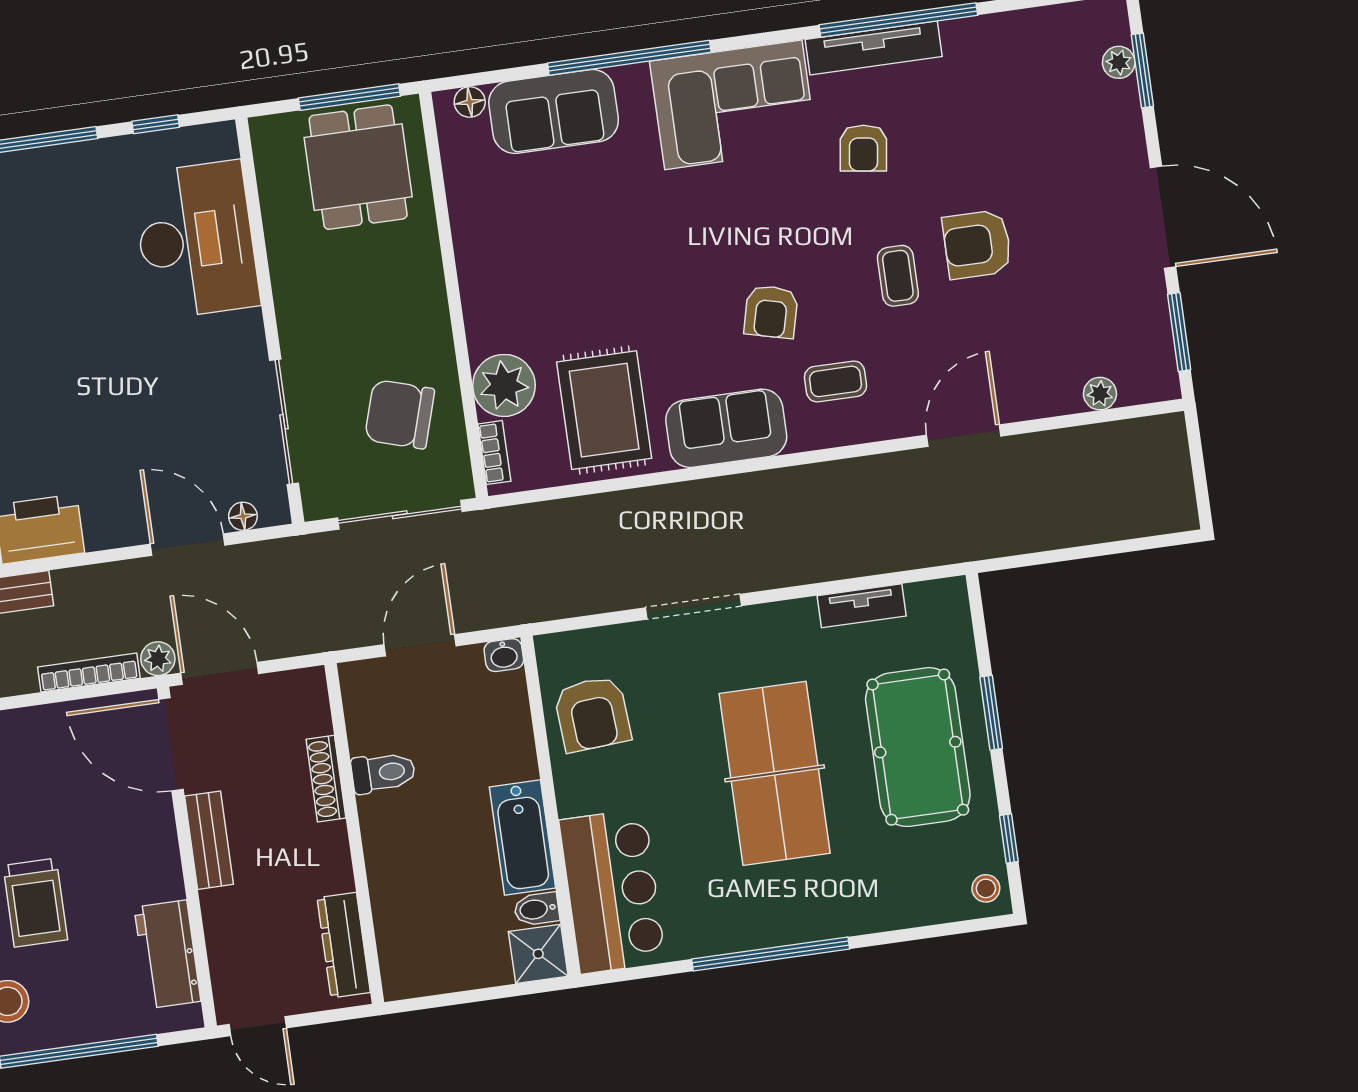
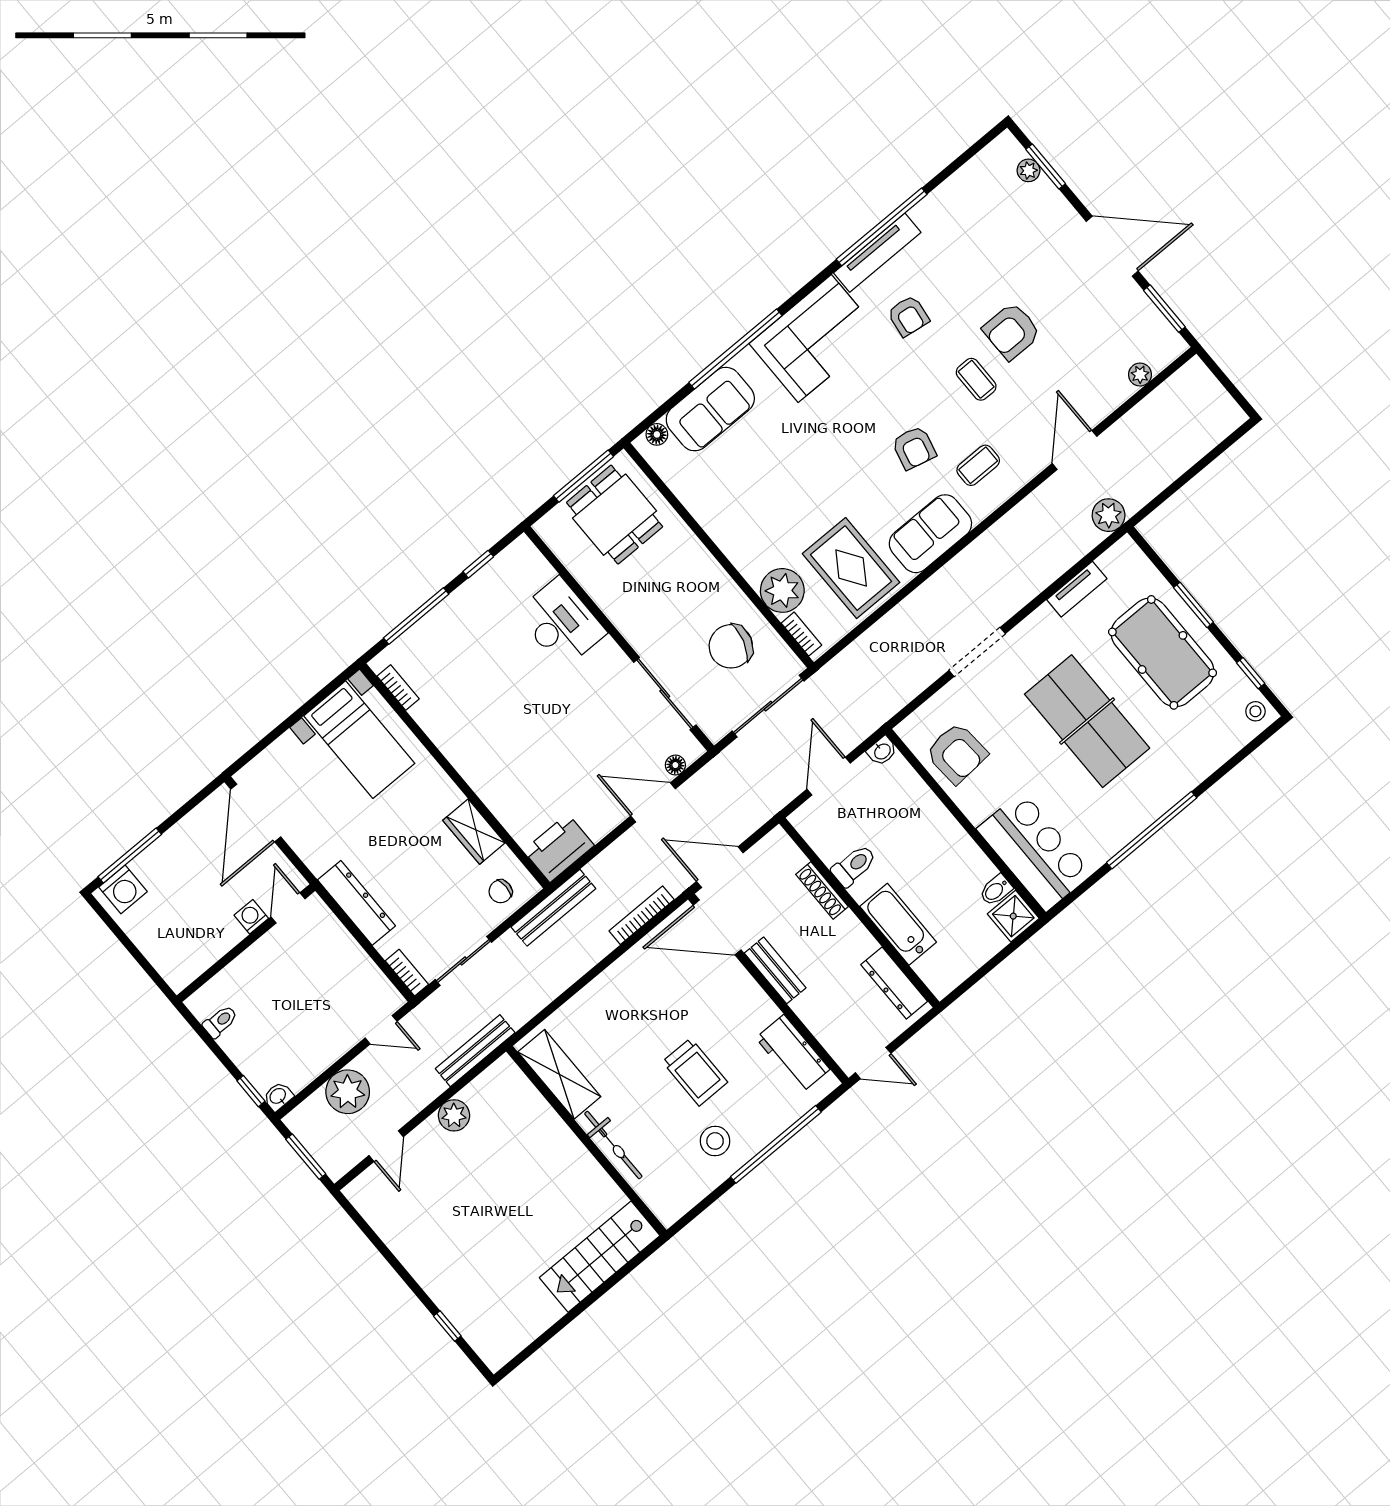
desk: (196, 240) -> (561, 623), width x0.73, depth x0.77
plant: (158, 659) -> (1109, 515), moved, width x1.38, depth x1.38
bathtub: (522, 838) -> (898, 924), moved, turned 180

